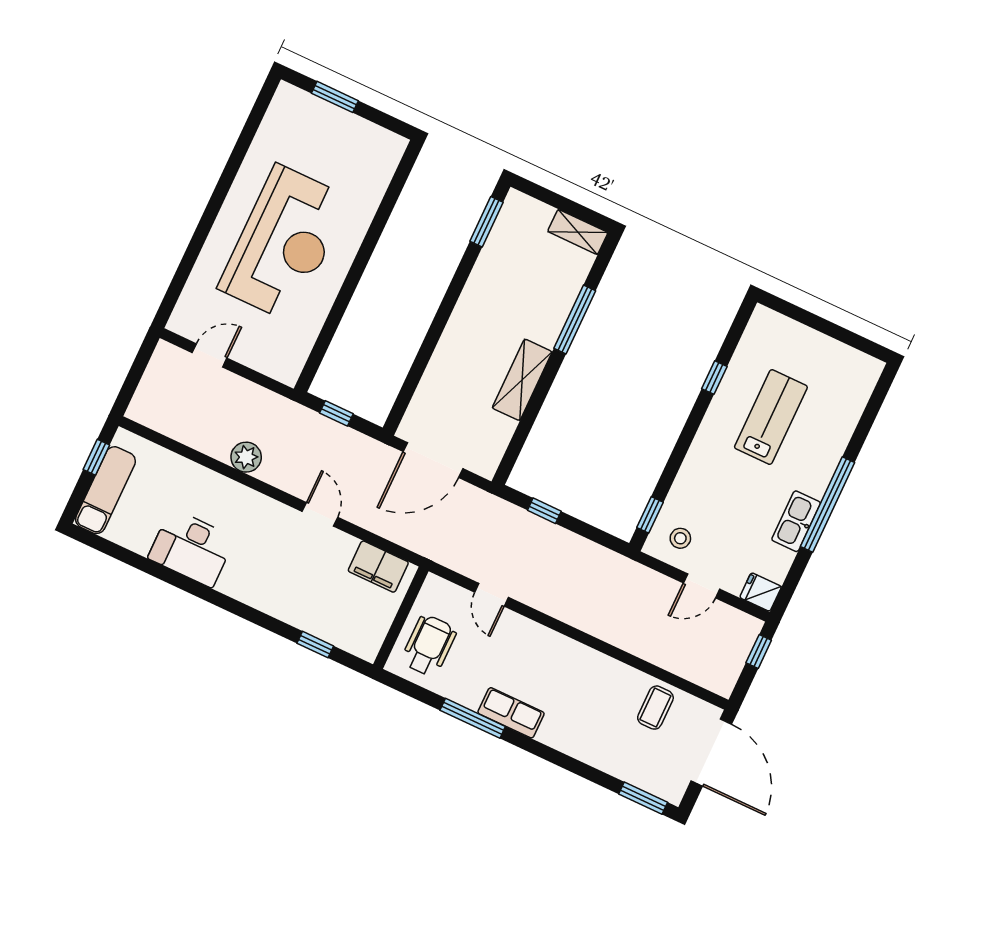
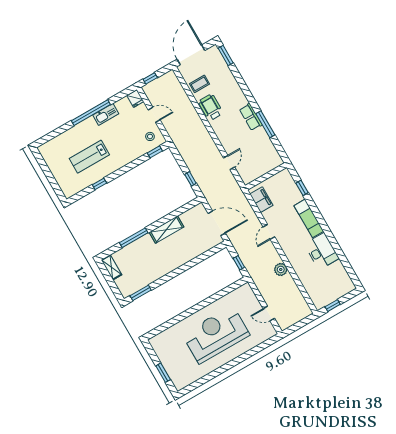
exam couch: (105, 490) -> (309, 218), moved, turned -90
wheelchair: (429, 645) -> (211, 107), moved, turned 90

